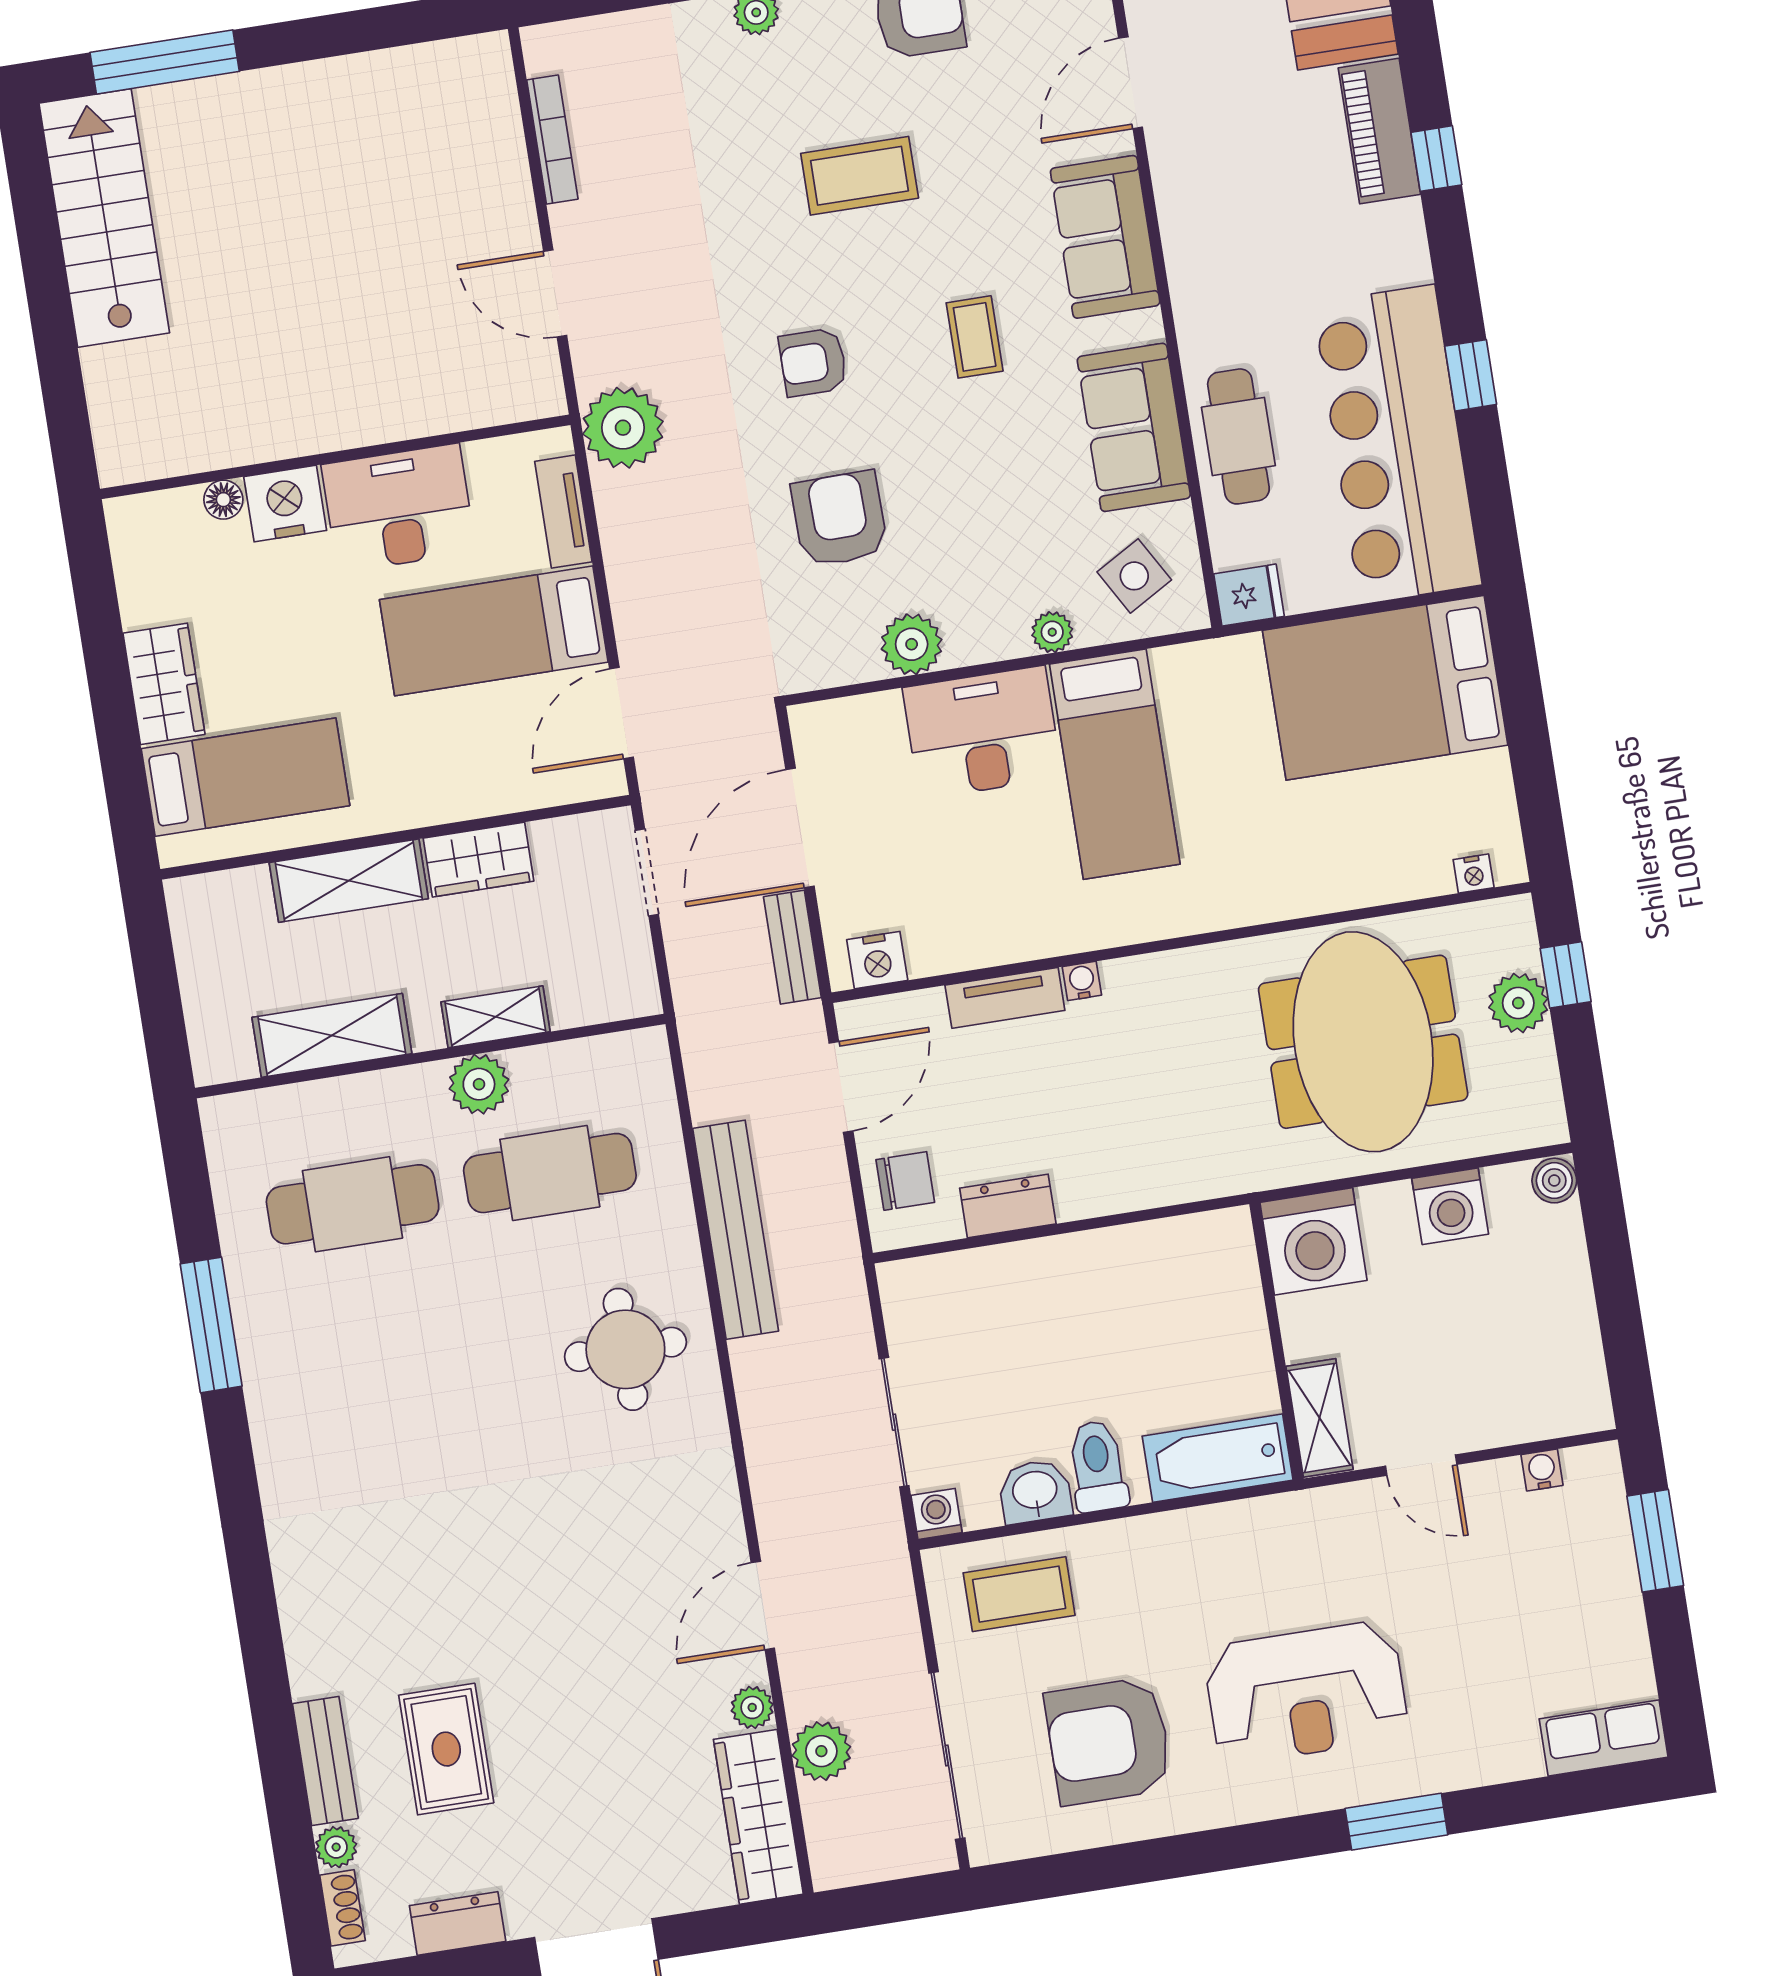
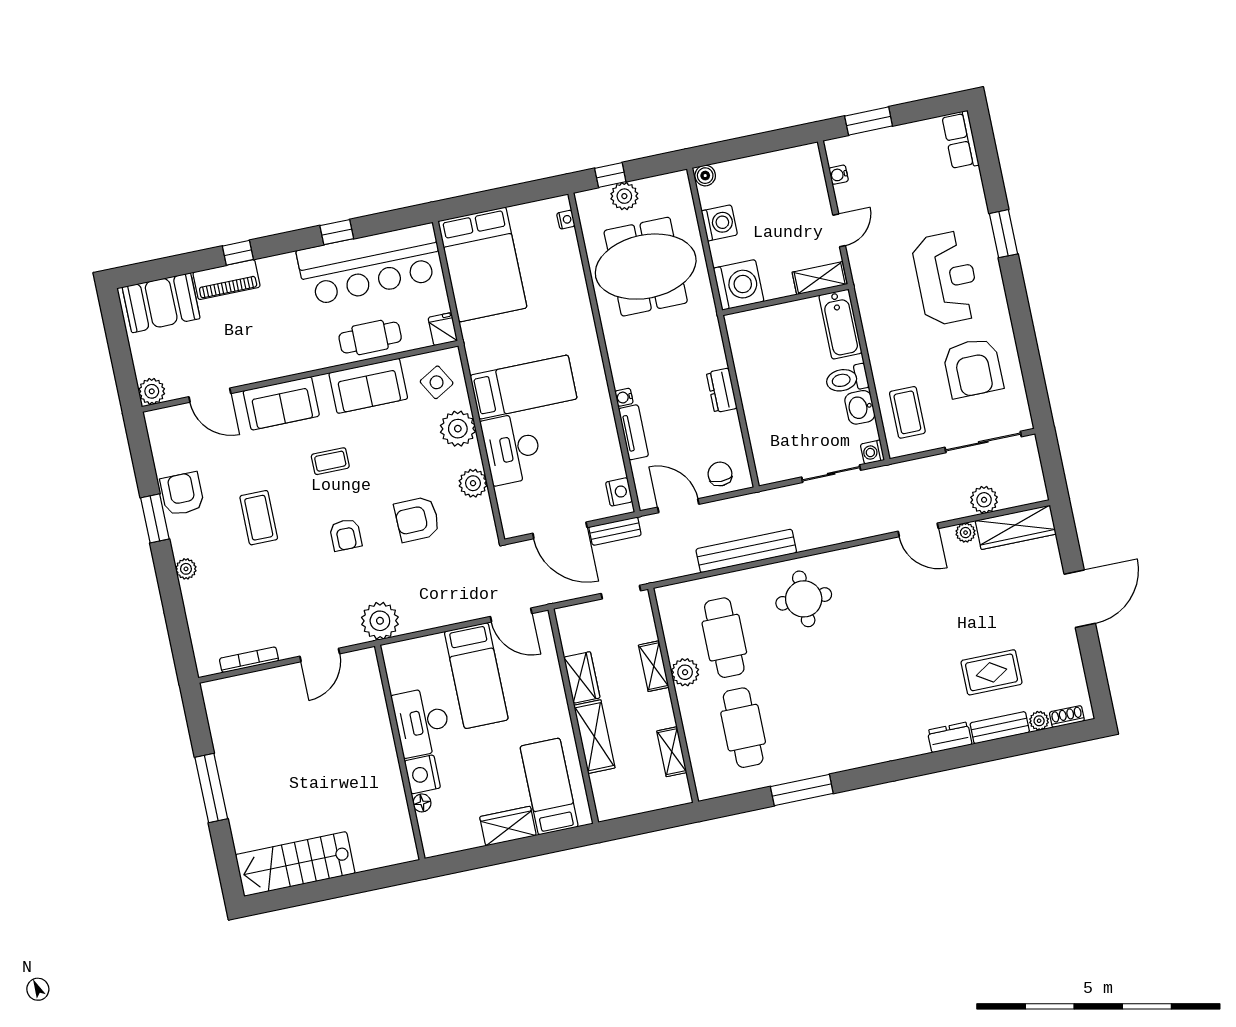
window: (165, 62) -> (211, 788), moved
tv unit: (563, 512) -> (420, 646), removed
plant: (1052, 632) -> (458, 429), width x1.88, depth x1.88
doorway: (647, 872) -> (621, 592), moved
shelving: (332, 1035) -> (672, 752), width x0.67, depth x0.75
dresser: (1008, 1206) -> (722, 390), moved
dresser: (458, 1923) -> (950, 737), moved, turned 90

